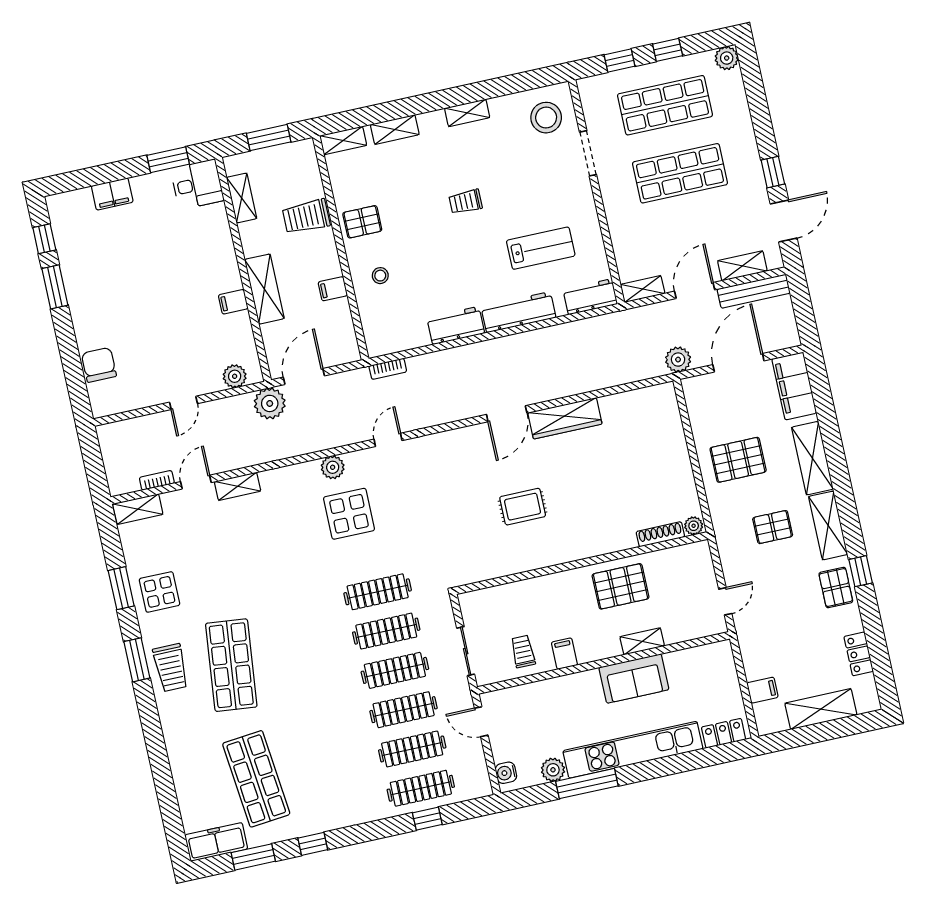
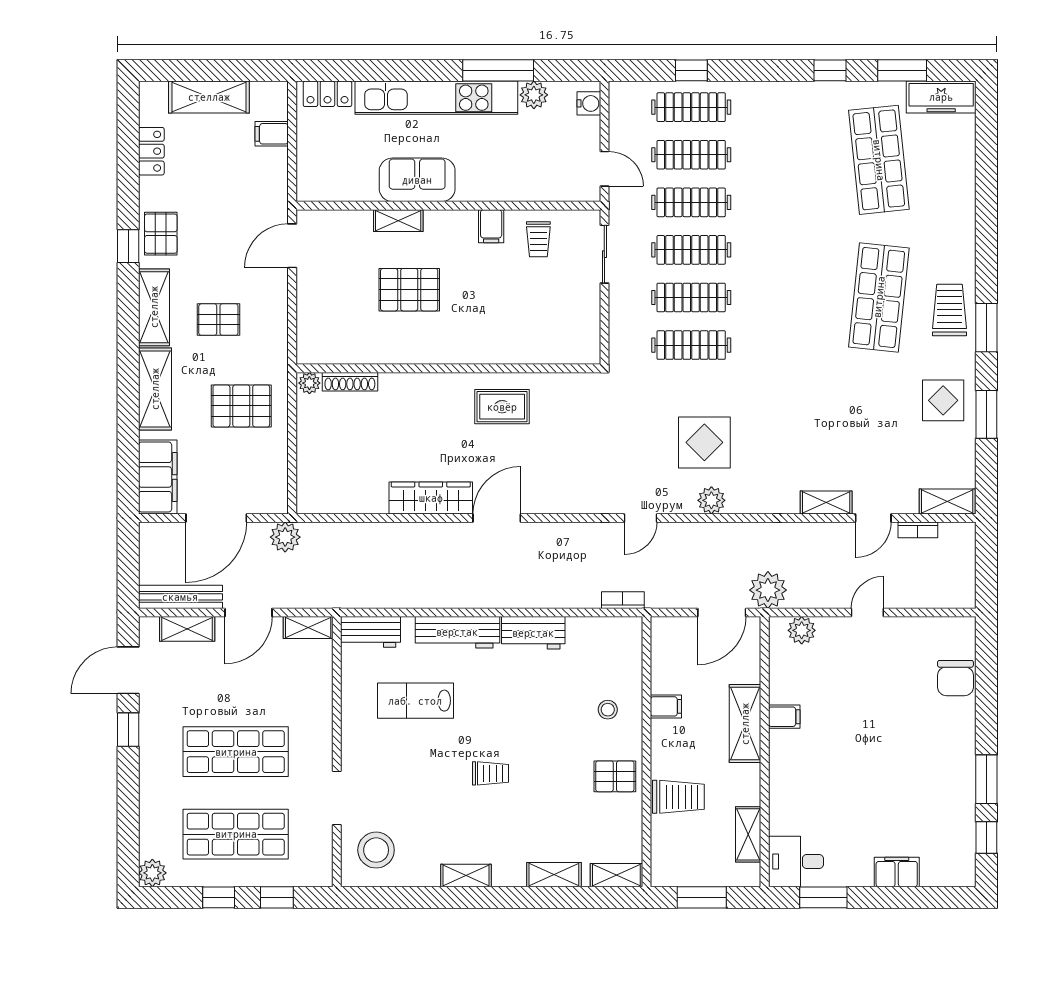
plant: (694, 526) -> (309, 383), moved
shoe rack: (660, 534) -> (350, 382), moved
wall: (582, 563) -> (448, 368), moved
door: (725, 601) -> (292, 246), width x1.38

